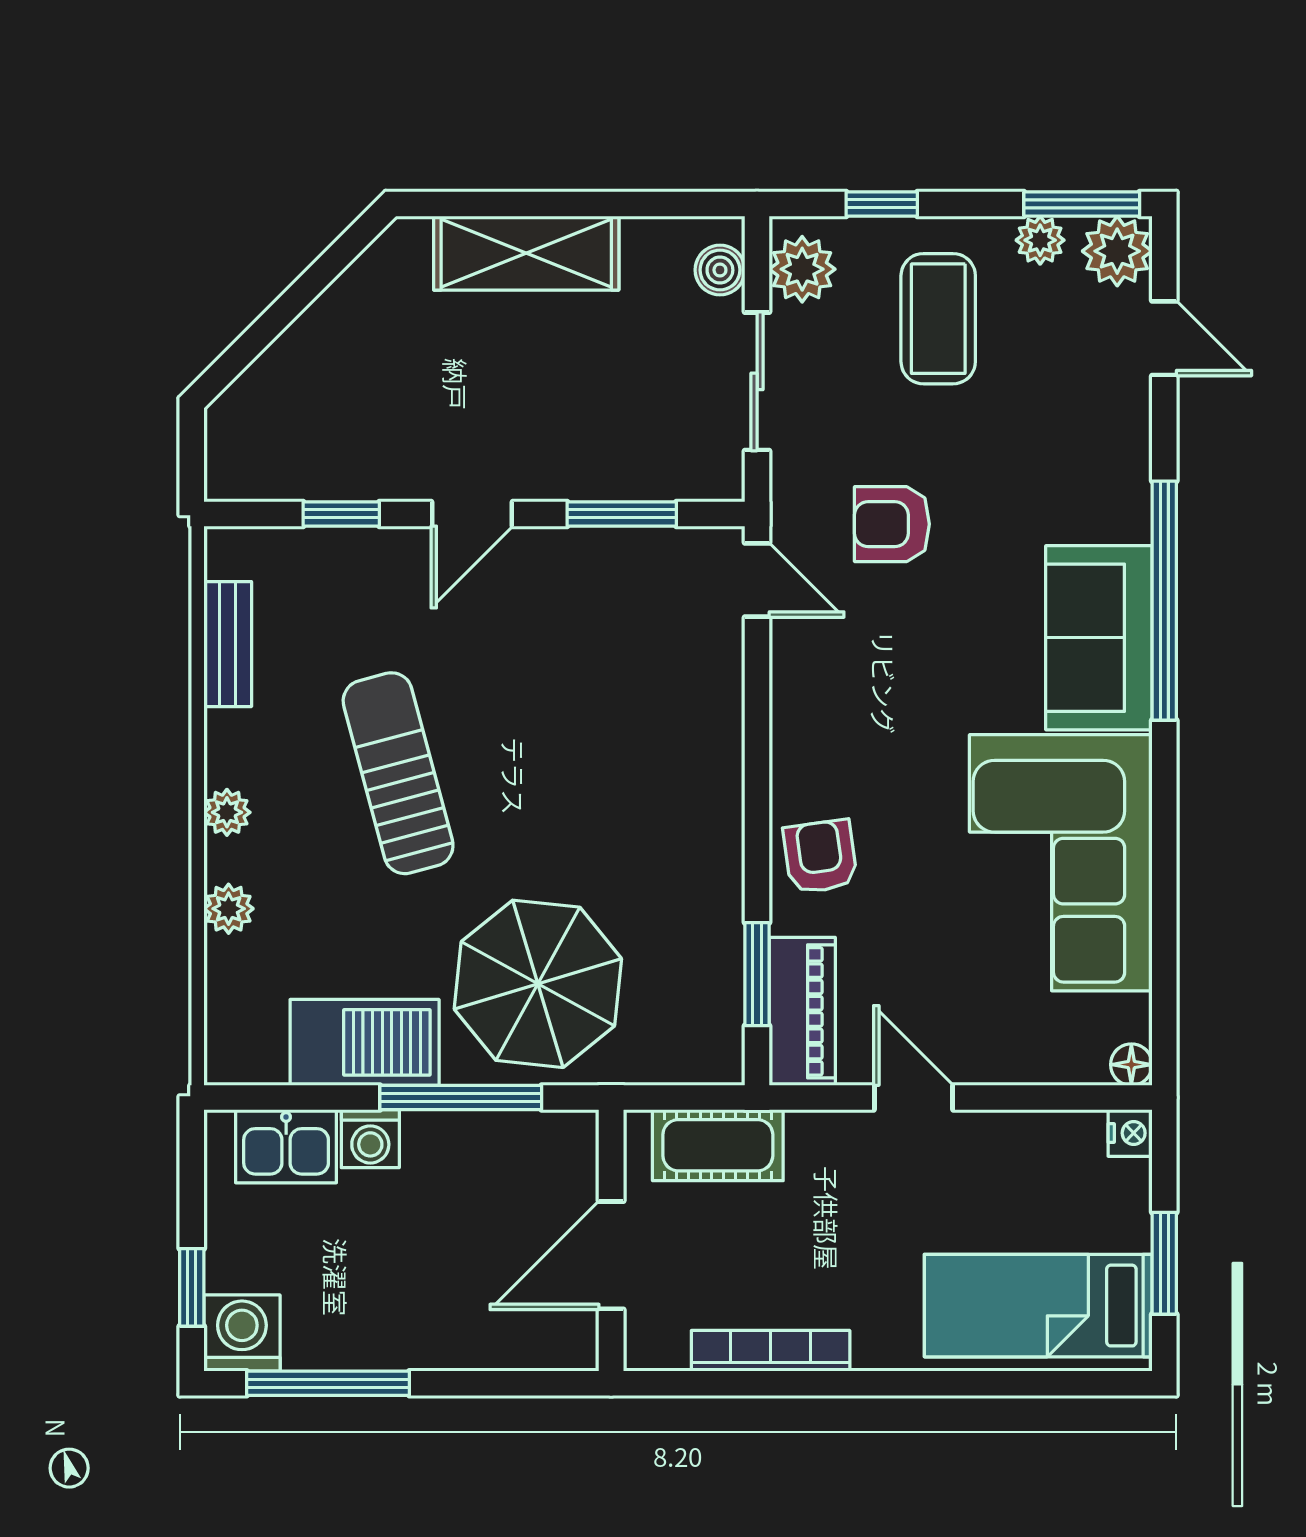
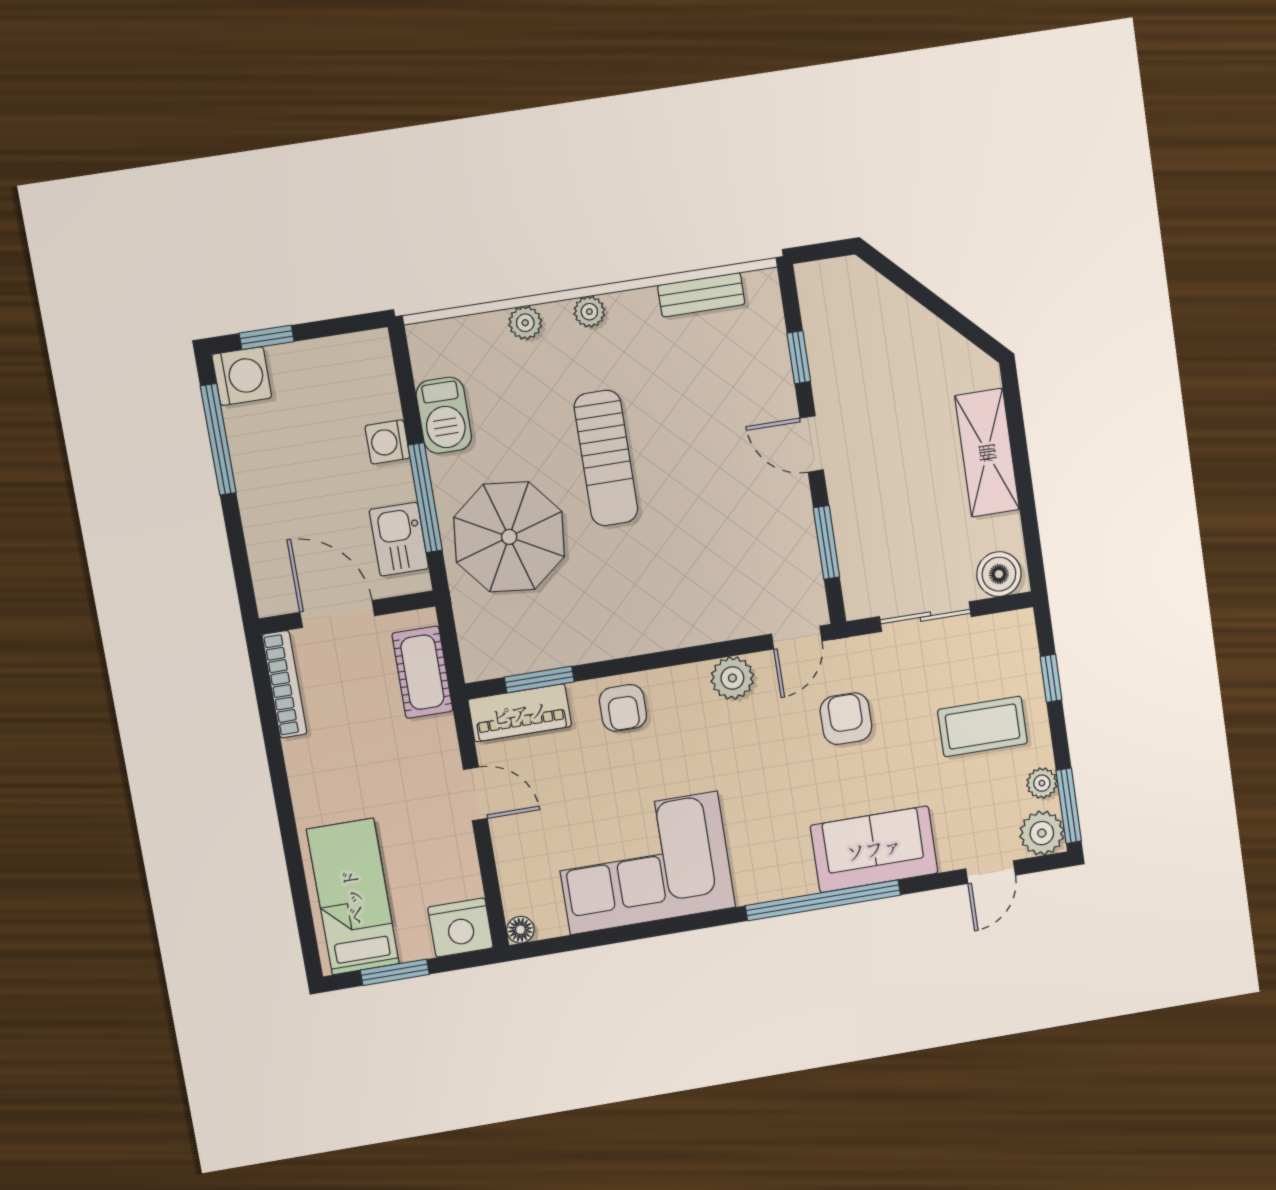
plant: (802, 269) -> (732, 678), moved
boiler: (720, 270) -> (999, 574), width x1.36, depth x1.36
sofa: (1099, 638) -> (874, 849), moved
sun lounger: (398, 773) -> (606, 458), moved, turned 105
armchair: (820, 857) -> (623, 708), turned 98
barbecue: (365, 1042) -> (444, 415), width x0.73, depth x0.83
door: (914, 1097) -> (475, 794), hinge flipped
nightstand: (1130, 1133) -> (460, 928), width x1.89, depth x1.79
kitchen sink: (286, 1146) -> (399, 539), moved
bookcase: (771, 1351) -> (284, 684), moved

